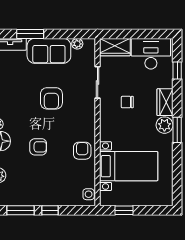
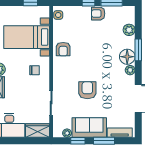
window: (64, 34) -> (78, 141), added
chair: (127, 102) -> (35, 70), moved
armchair: (38, 147) -> (98, 14), moved

